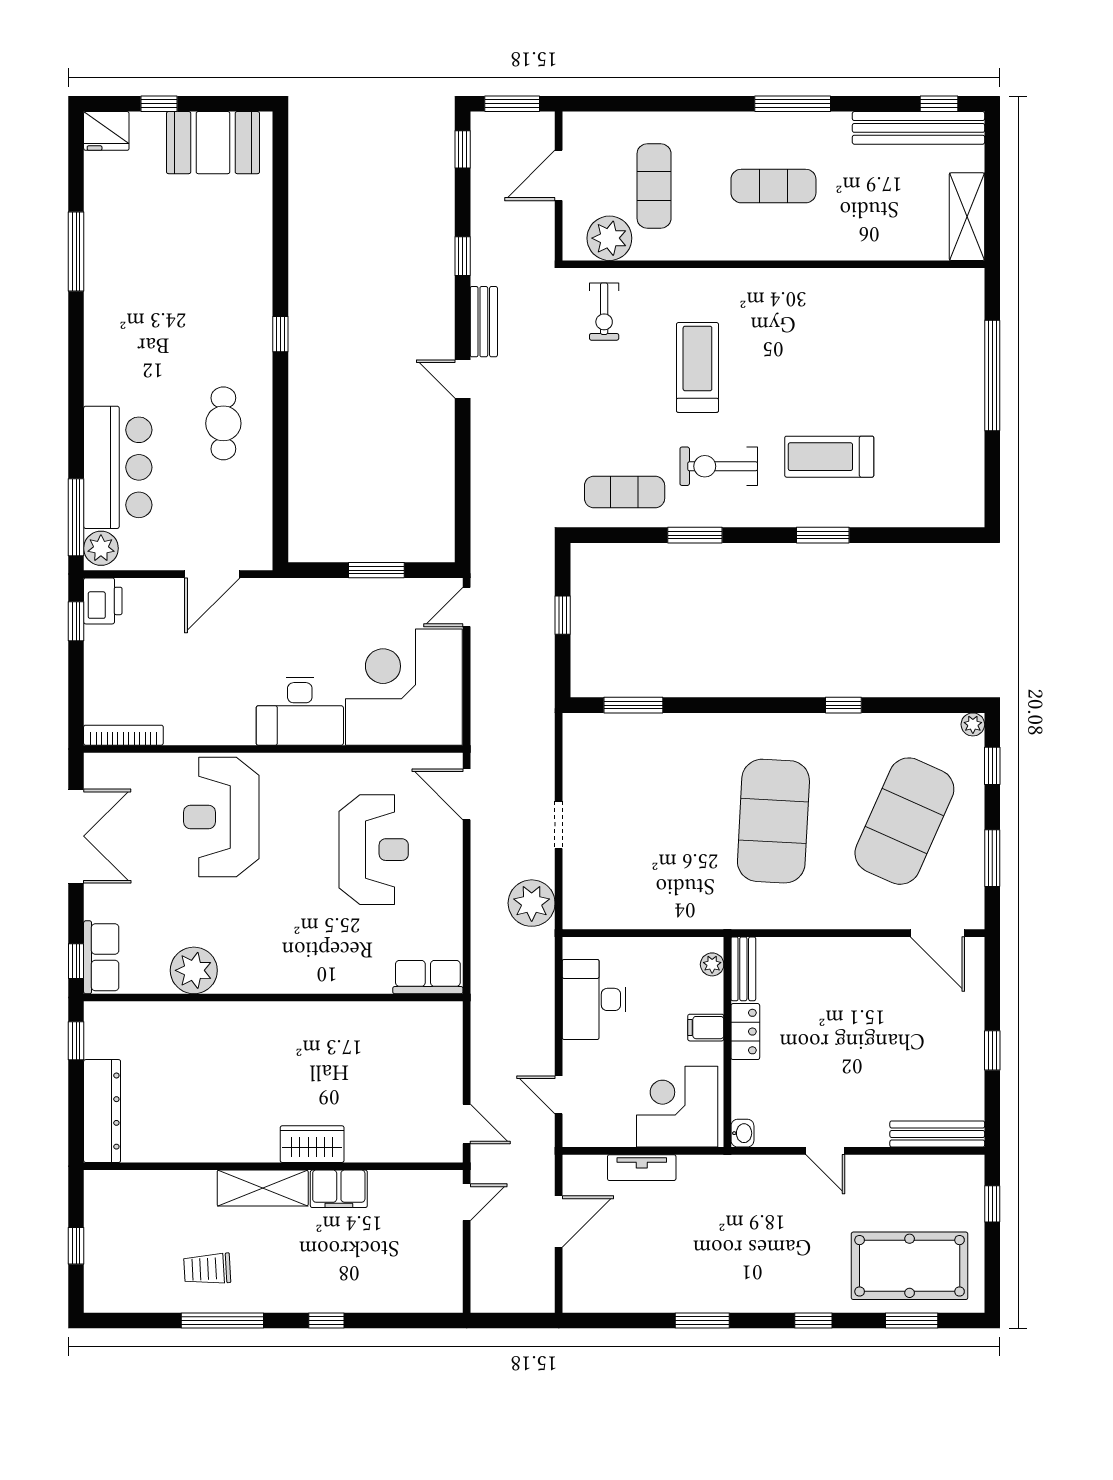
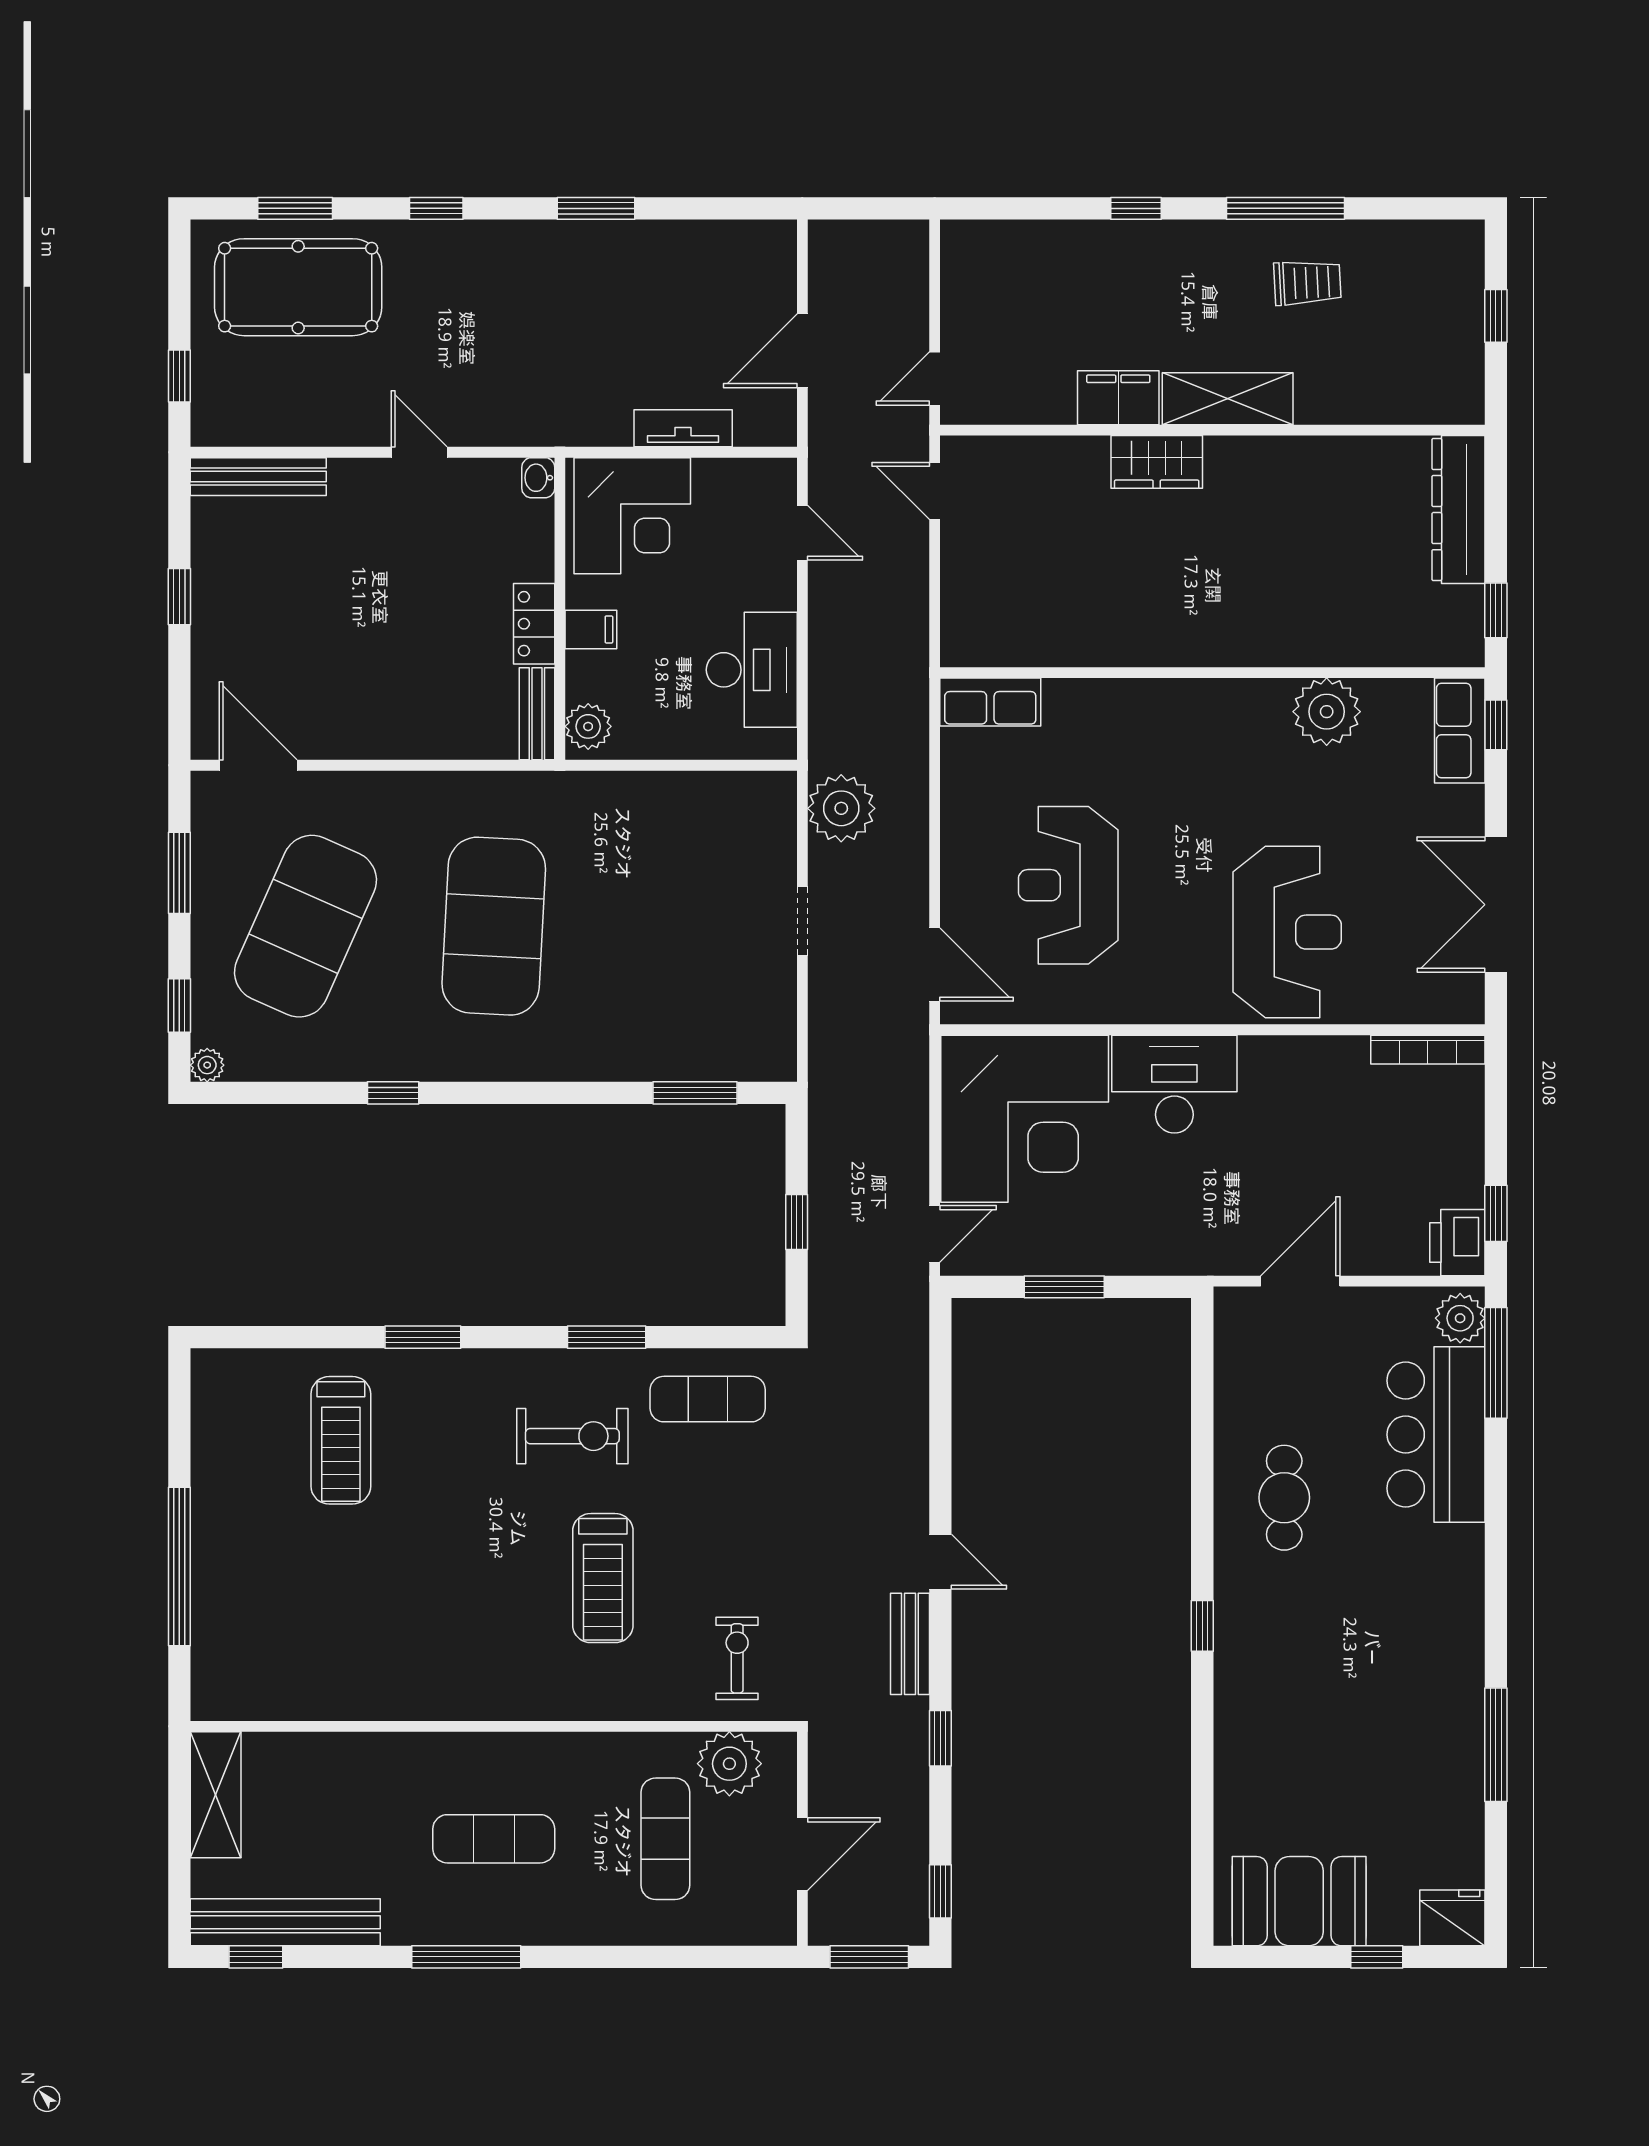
treadmill: (829, 457) -> (341, 1440), moved, turned 90
plant: (712, 964) -> (588, 726), width x1.38, depth x1.38

